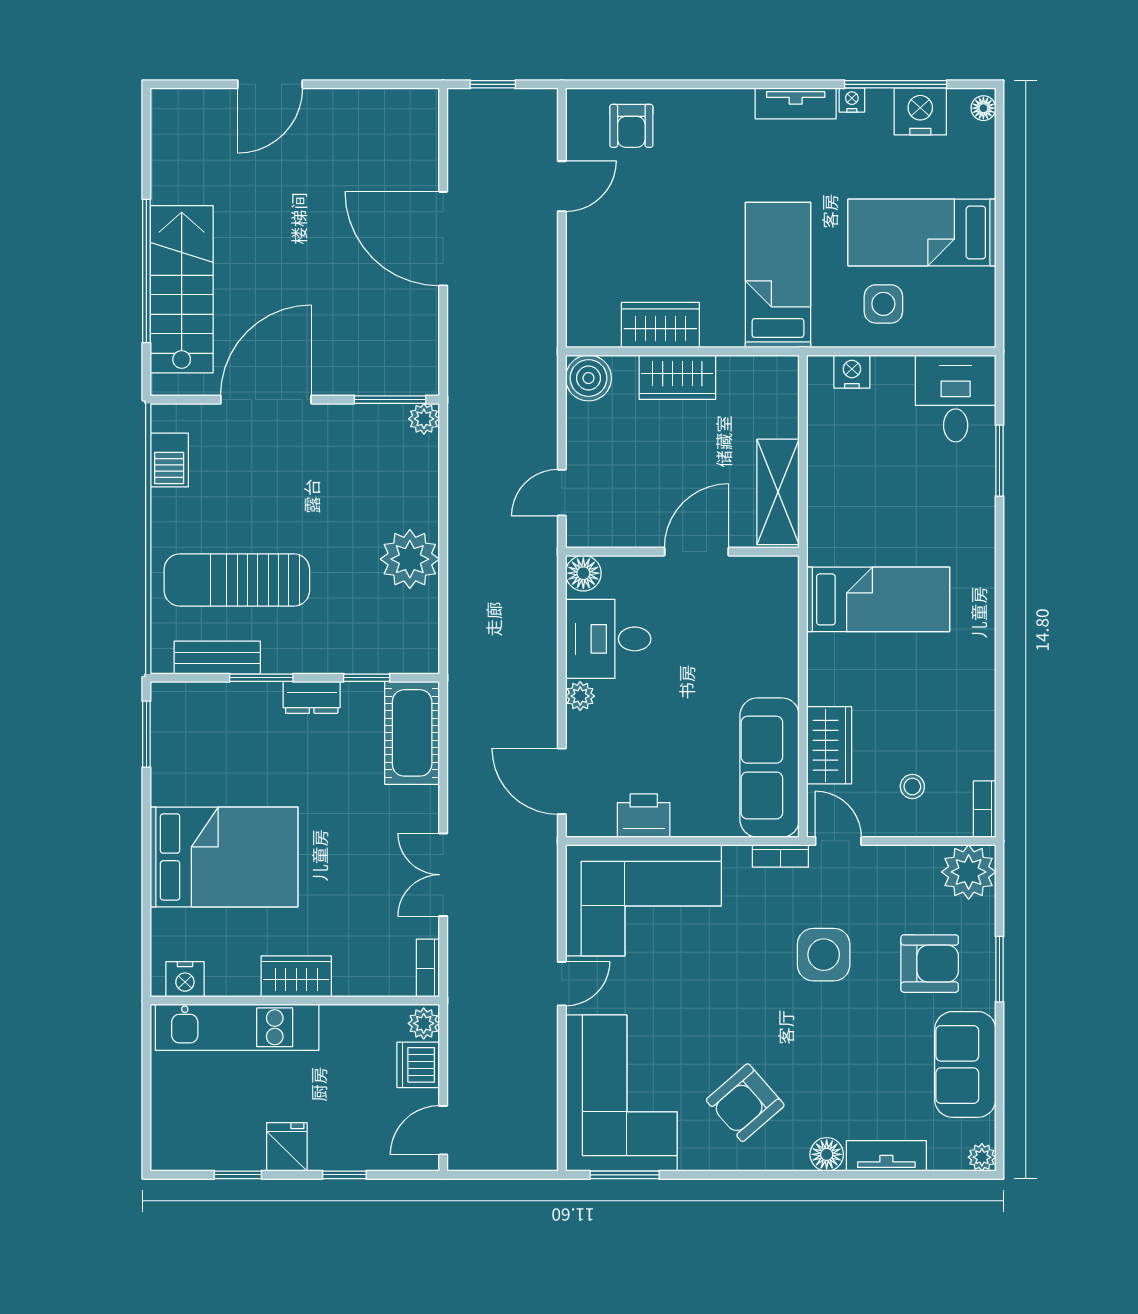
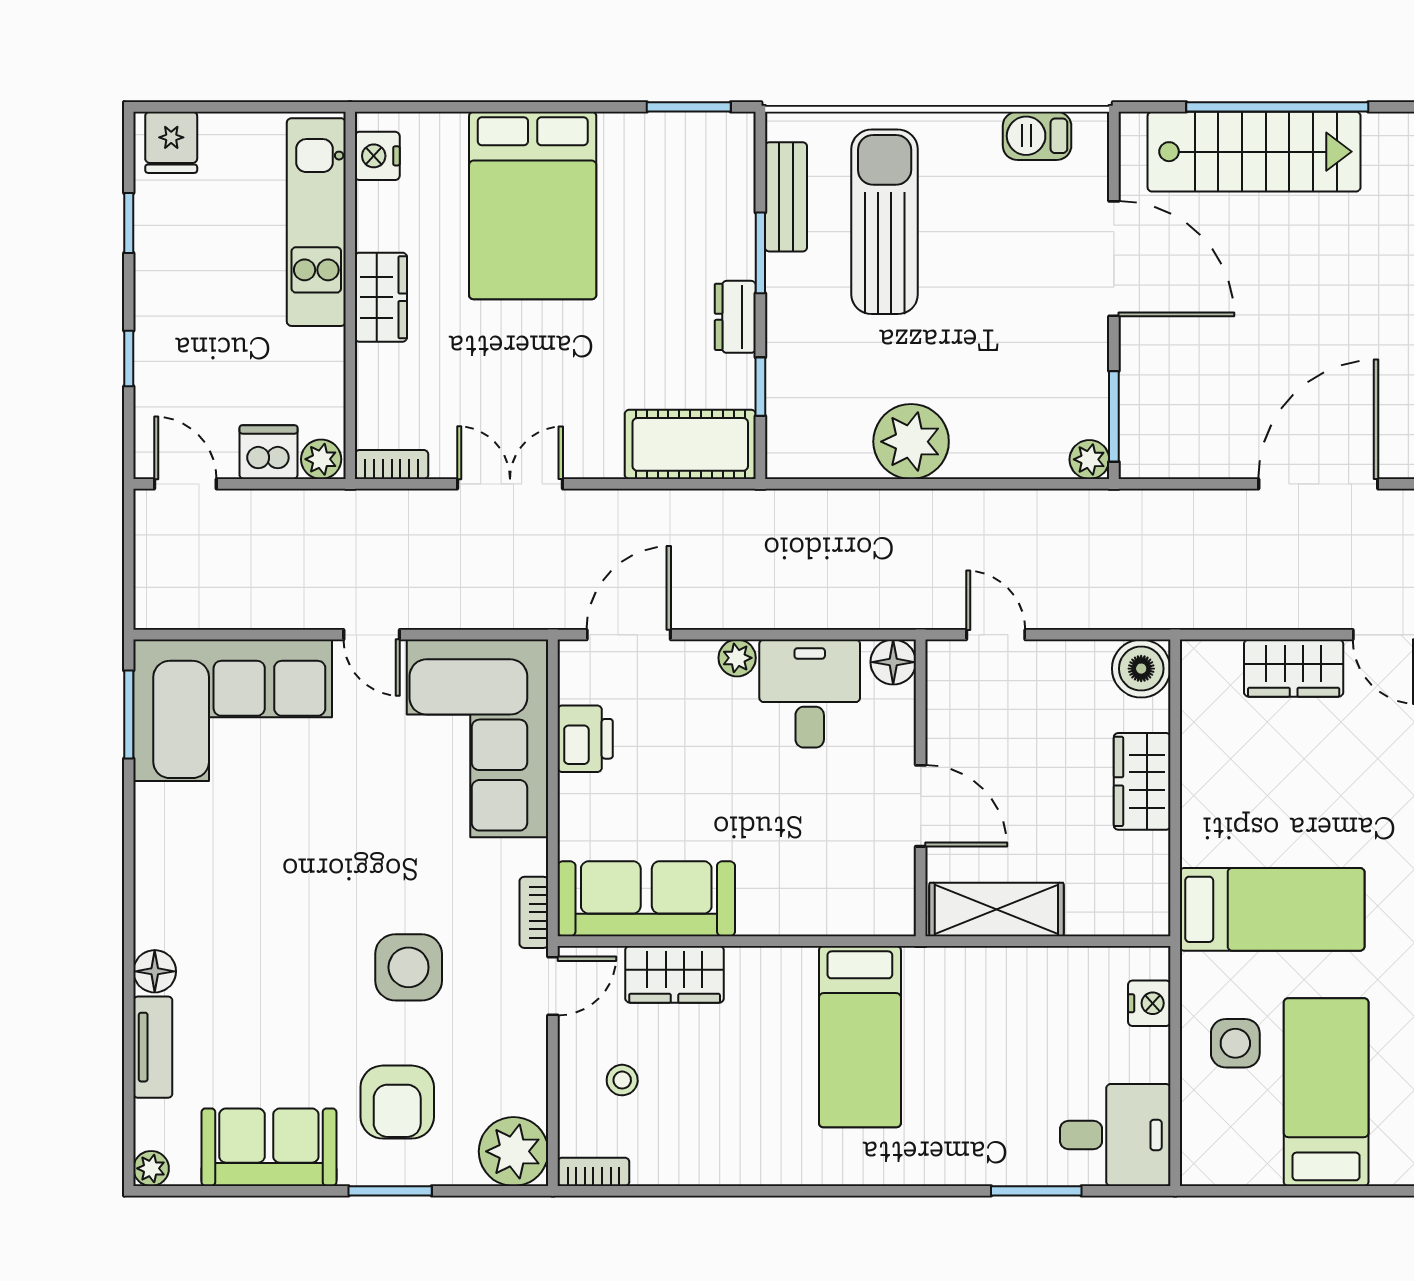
wardrobe: (660, 325) -> (1294, 668), moved, turned 90
armchair: (745, 1103) -> (220, 868), removed
fridge: (287, 1147) -> (171, 142), moved, turned 90

